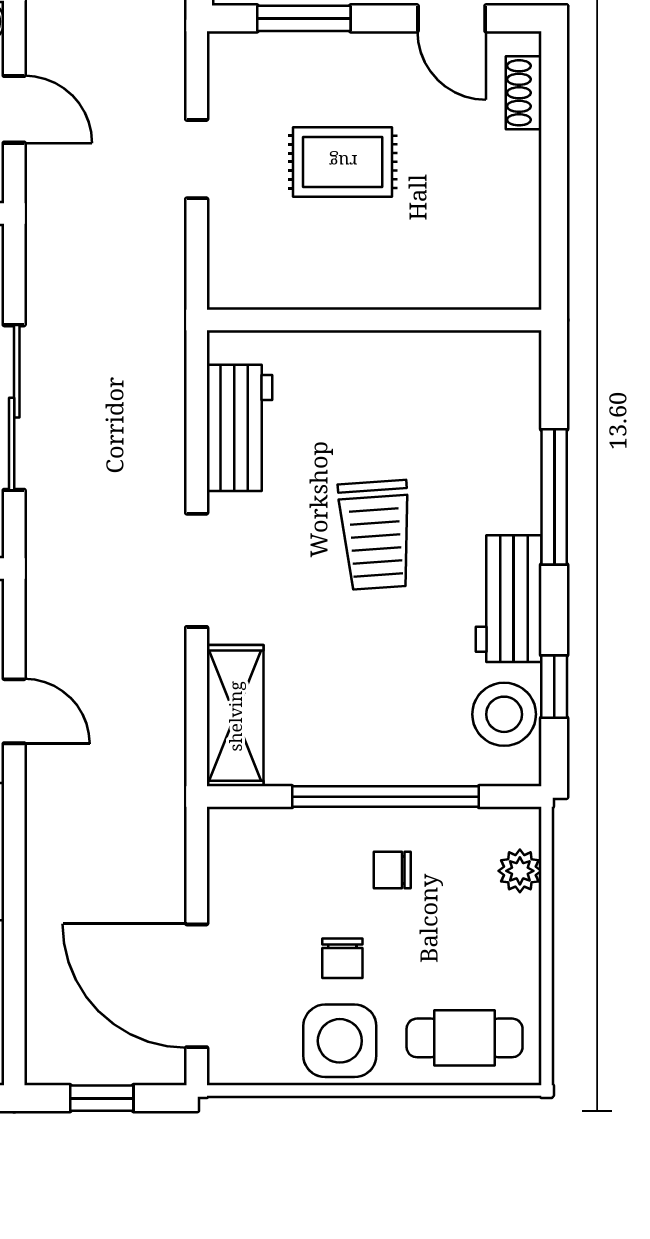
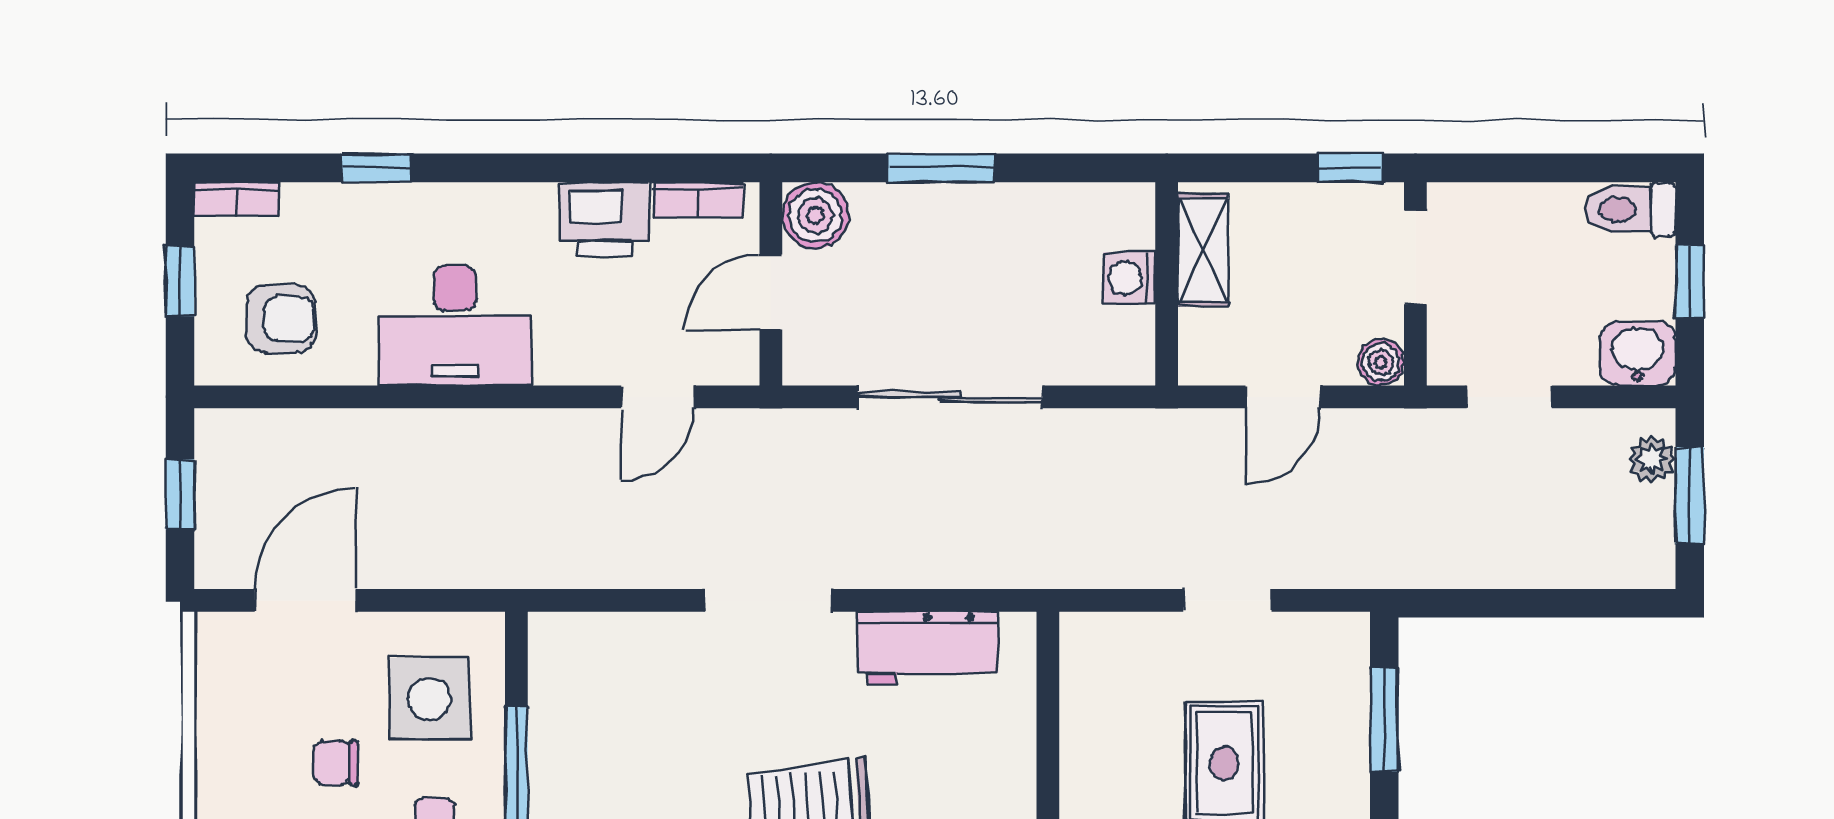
door: (14, 711) -> (657, 397), moved
shelving: (235, 716) -> (607, 643), removed
door: (197, 986) -> (305, 600), width x0.73
side table: (340, 1041) -> (429, 699), moved

